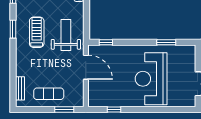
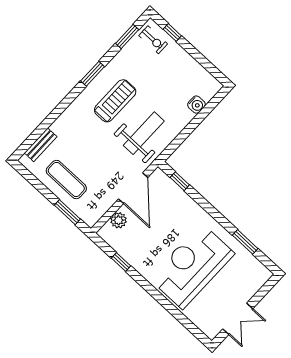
plant: (93, 90) -> (119, 220), added

